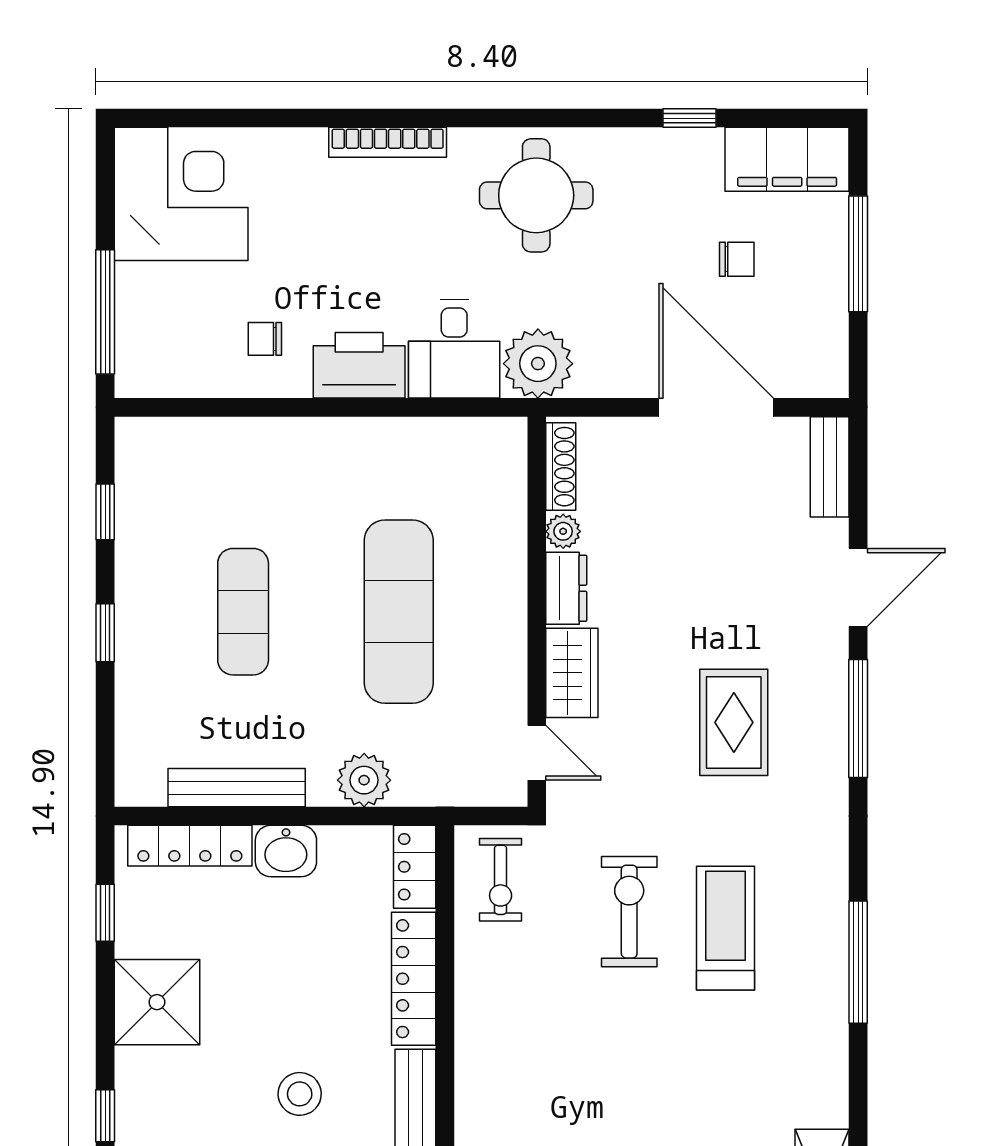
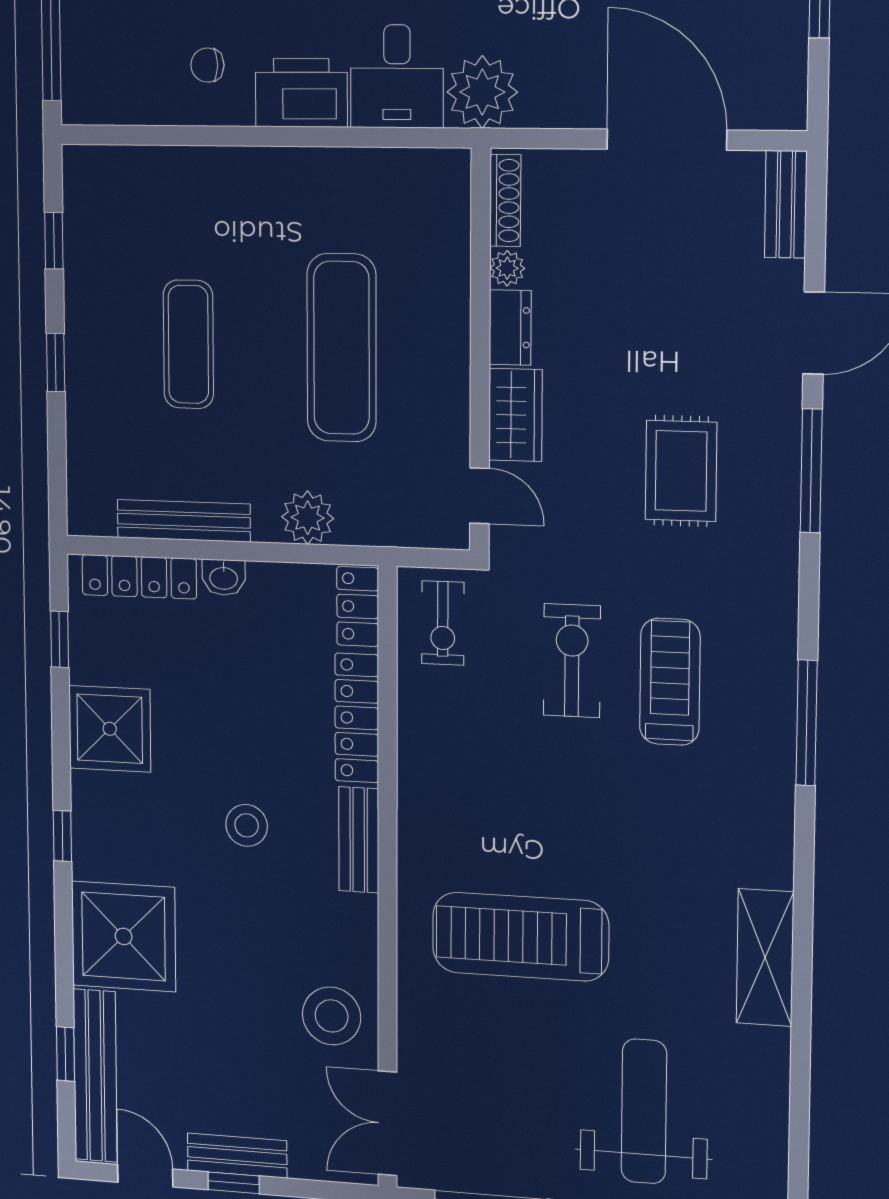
washbasin: (286, 851) -> (224, 577), width x0.72, depth x0.69

